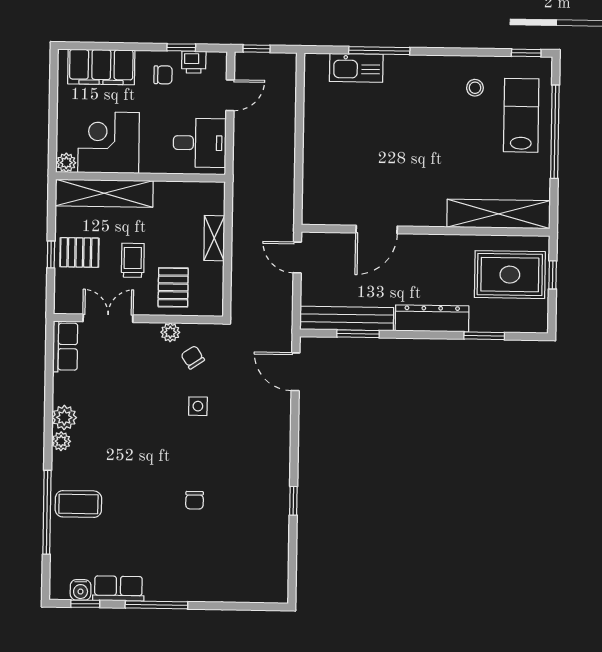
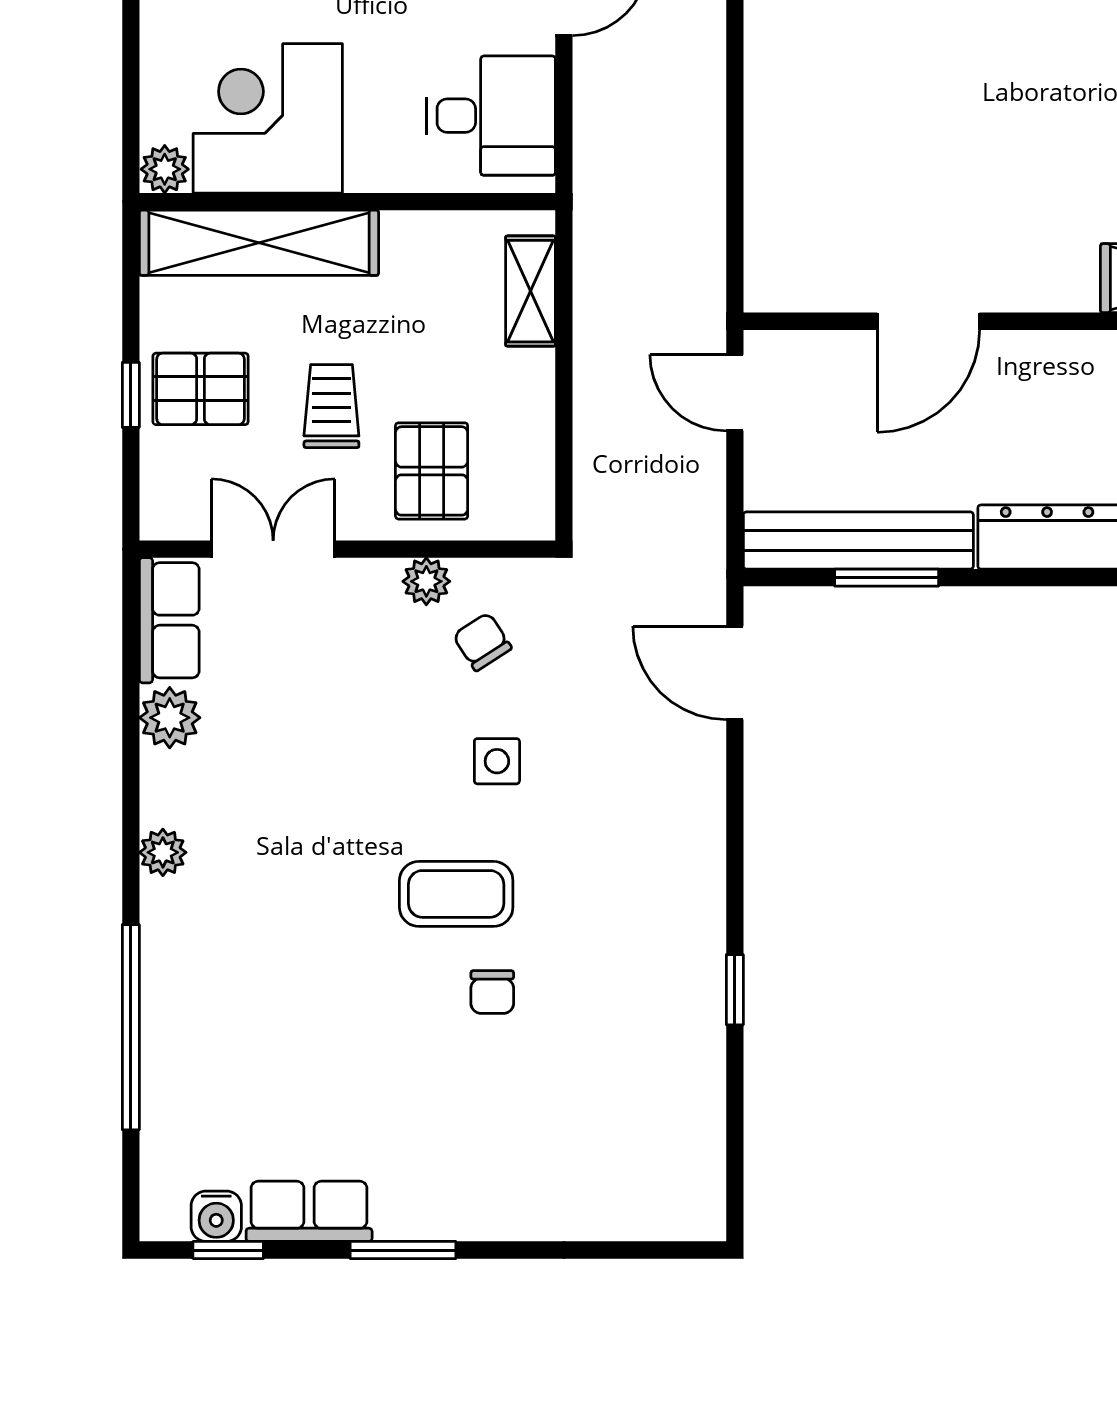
shelving: (214, 238) -> (531, 291), moved
plant: (64, 417) -> (170, 718), moved
coffee table: (78, 504) -> (456, 894), moved
window: (156, 605) -> (403, 1250), width x0.69

